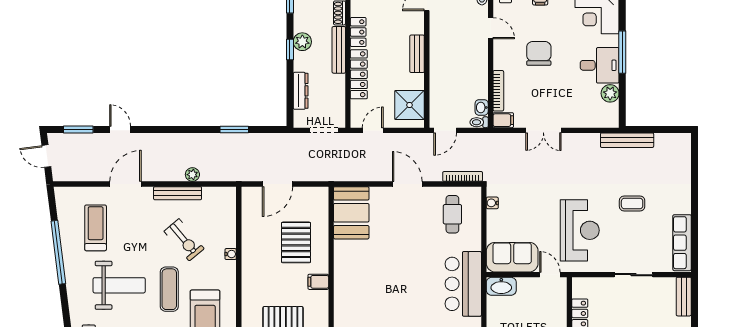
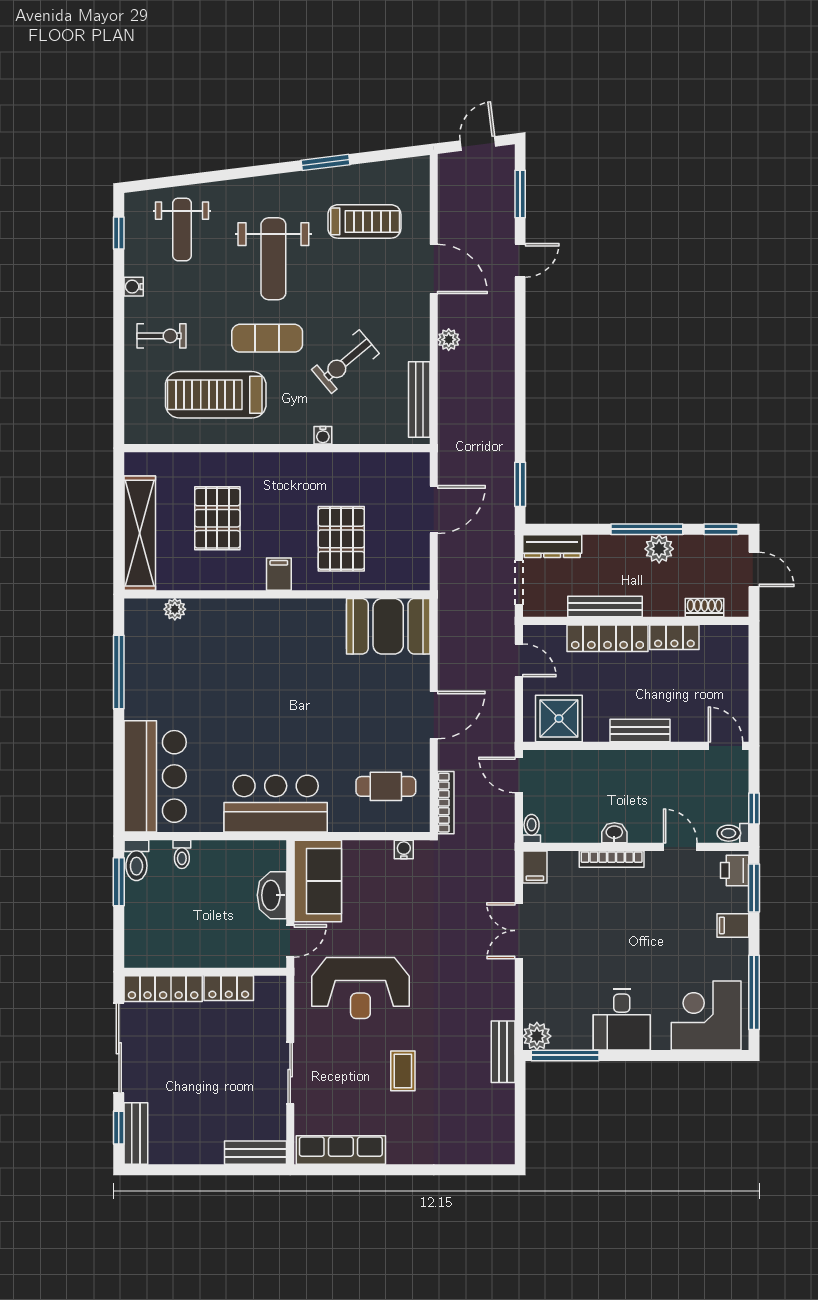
door: (491, 28) -> (680, 847), swing flipped
window: (290, 49) -> (647, 529), width x2.17
bench: (339, 50) -> (605, 607), moved
window: (622, 52) -> (565, 1055), moved
chair: (539, 53) -> (641, 923), removed
dresser: (301, 91) -> (552, 546), moved
bookcase: (498, 91) -> (612, 859), moved
plant: (610, 93) -> (537, 1036), moved
washbasin: (482, 107) -> (614, 833), moved
window: (234, 129) -> (520, 484), moved
bench: (627, 140) -> (503, 1052), width x0.73
plant: (192, 175) -> (449, 340), moved
door: (278, 184) -> (434, 510), swing flipped
bench: (178, 193) -> (419, 400), moved
pallet: (296, 242) -> (341, 539), turned 90
window: (58, 252) -> (326, 162), width x0.47
washbasin: (501, 286) -> (272, 895), moved

